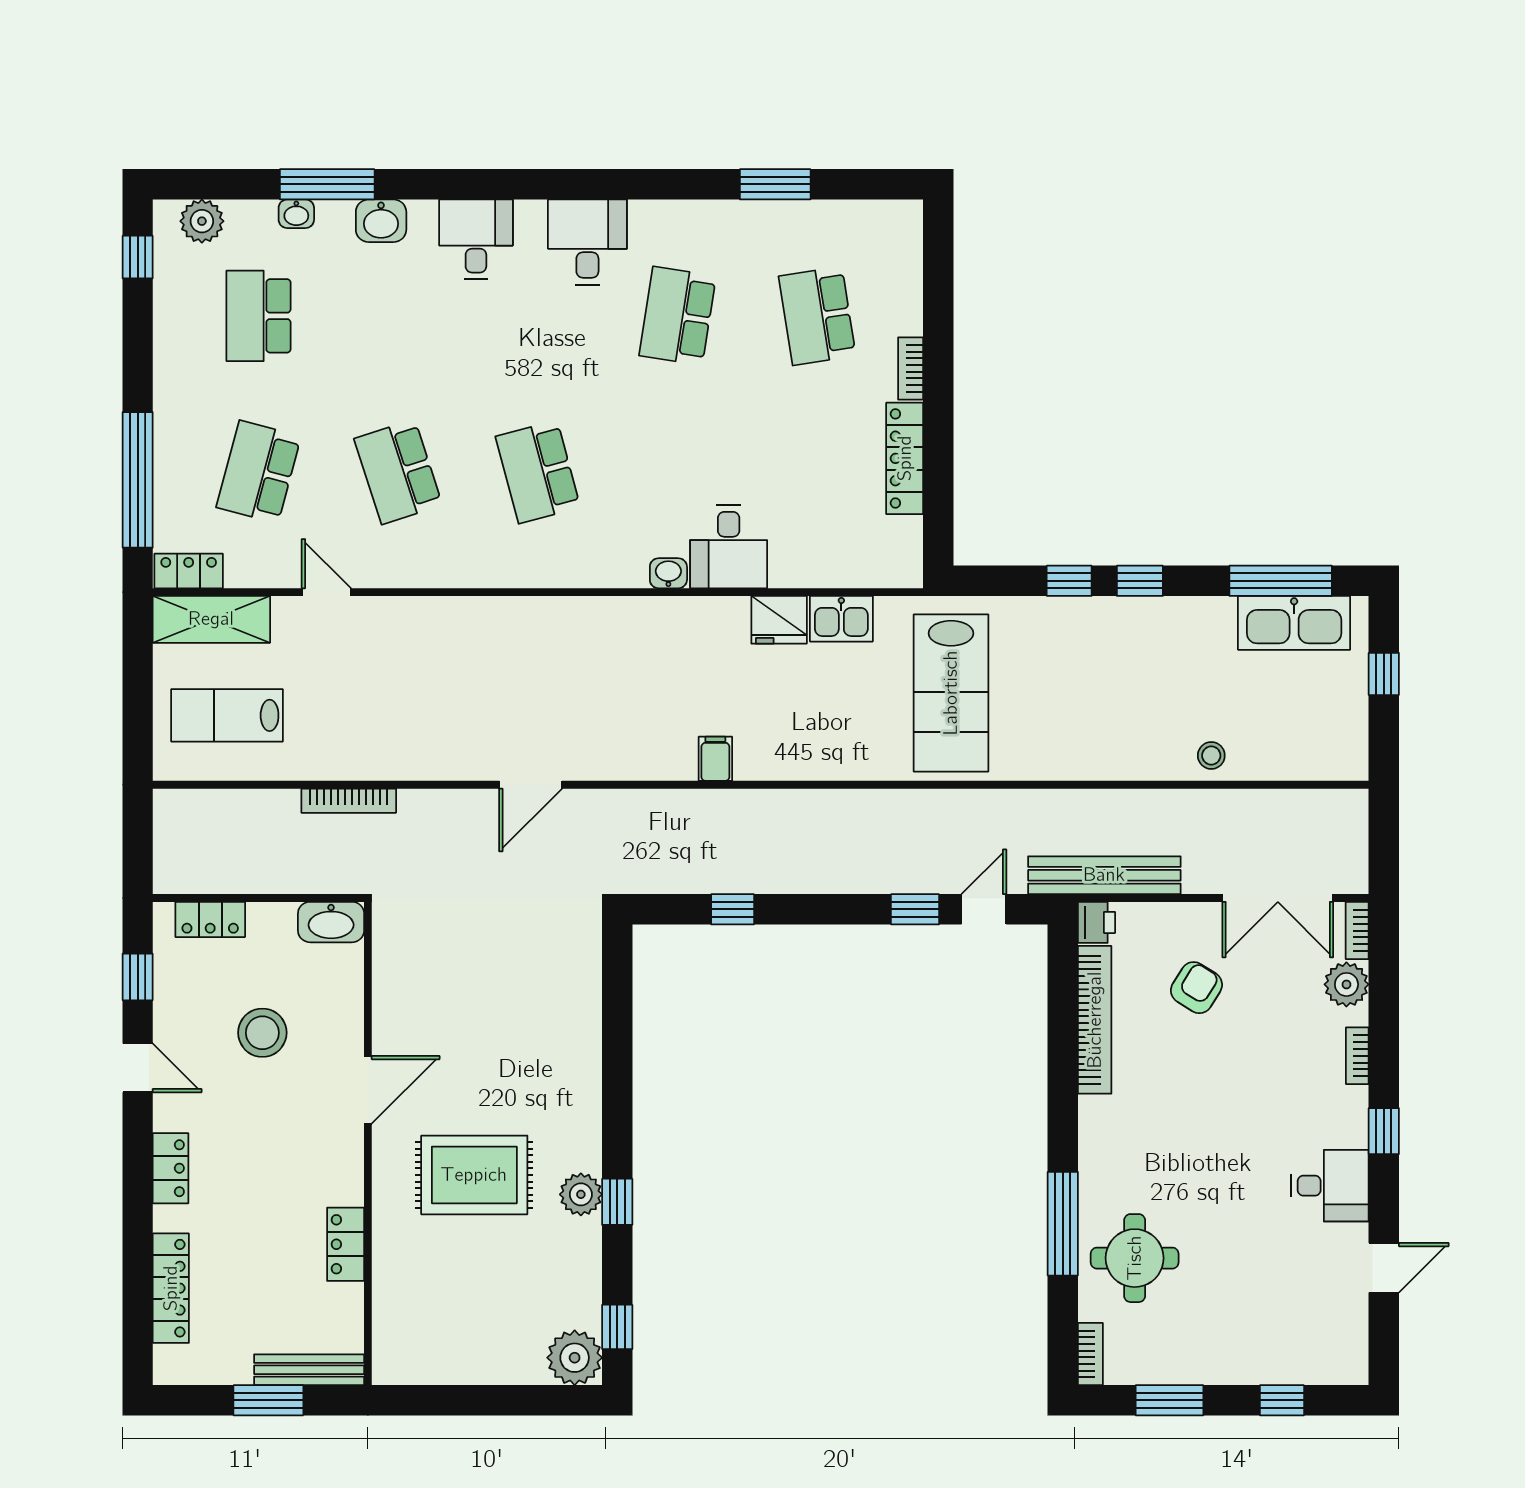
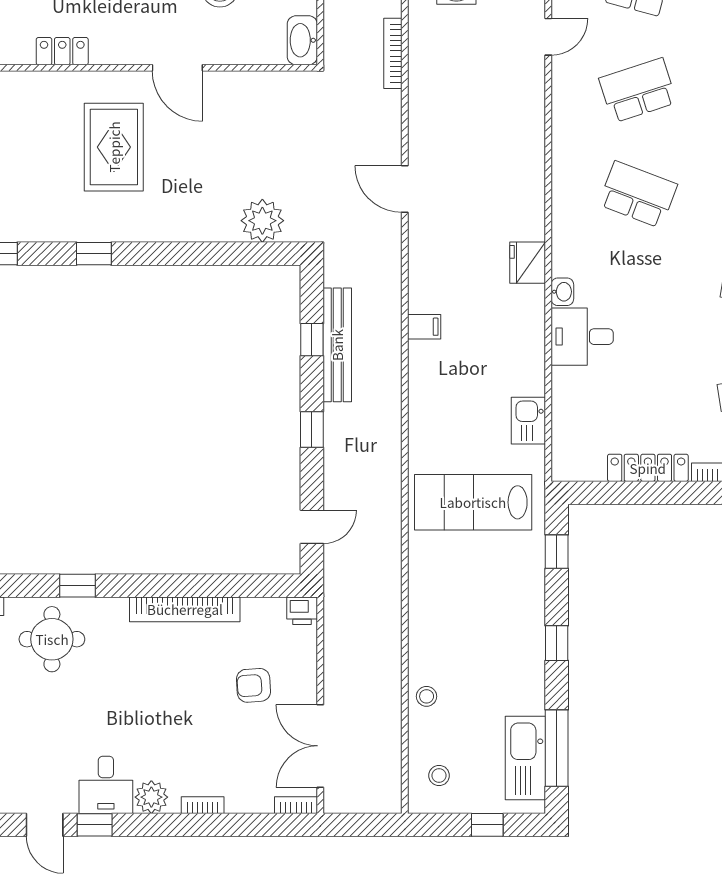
school desk: (538, 472) -> (638, 194), turned 36
window: (1069, 581) -> (557, 552), moved
fridge: (779, 620) -> (528, 263), moved
stool: (1317, 739) -> (439, 776), added
bench: (1104, 875) -> (337, 345), moved
window: (915, 909) -> (312, 429), moved
door: (984, 909) -> (312, 527), hinge flipped
plant: (1346, 984) -> (151, 797), moved
armchair: (1196, 988) -> (254, 685), turned 144
bookcase: (1095, 1020) -> (185, 609), moved
window: (1384, 1131) -> (95, 825), moved
plant: (581, 1194) -> (262, 221), moved, width x1.36, depth x1.36
window: (1063, 1224) -> (78, 586), width x0.46

